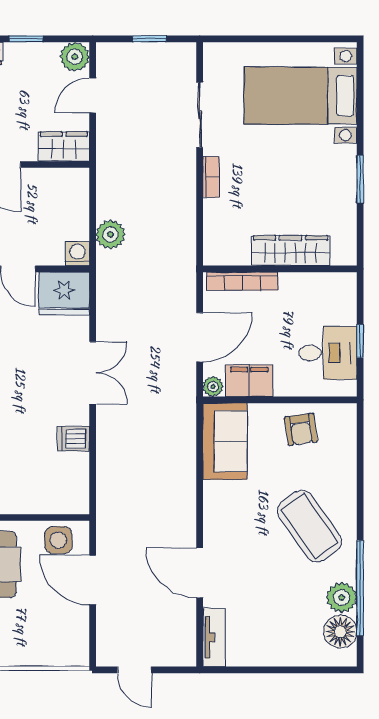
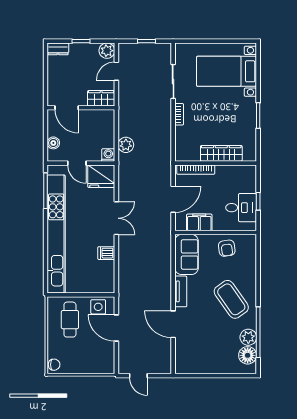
plant: (213, 387) -> (180, 225), removed
tv unit: (214, 637) -> (181, 291), moved

